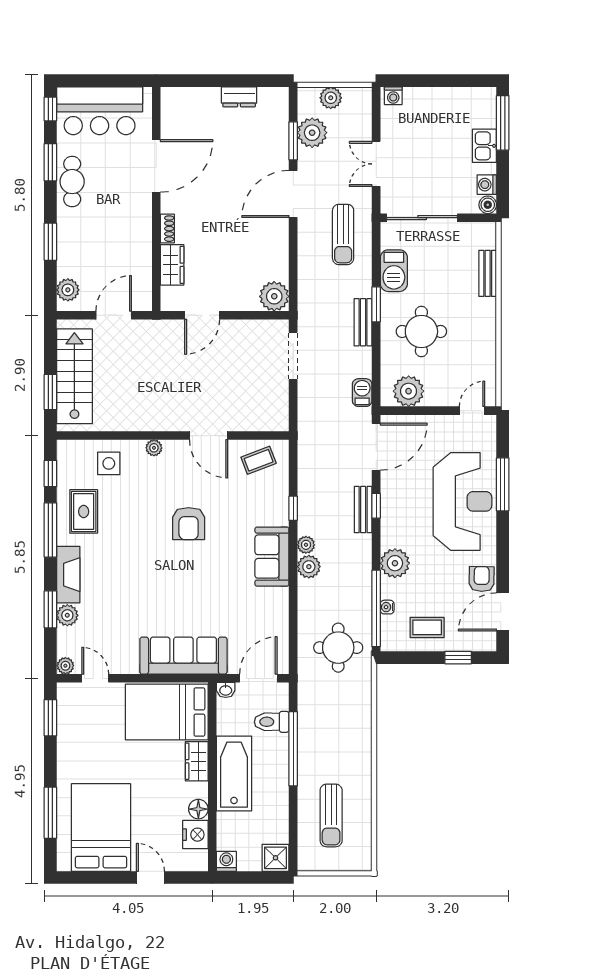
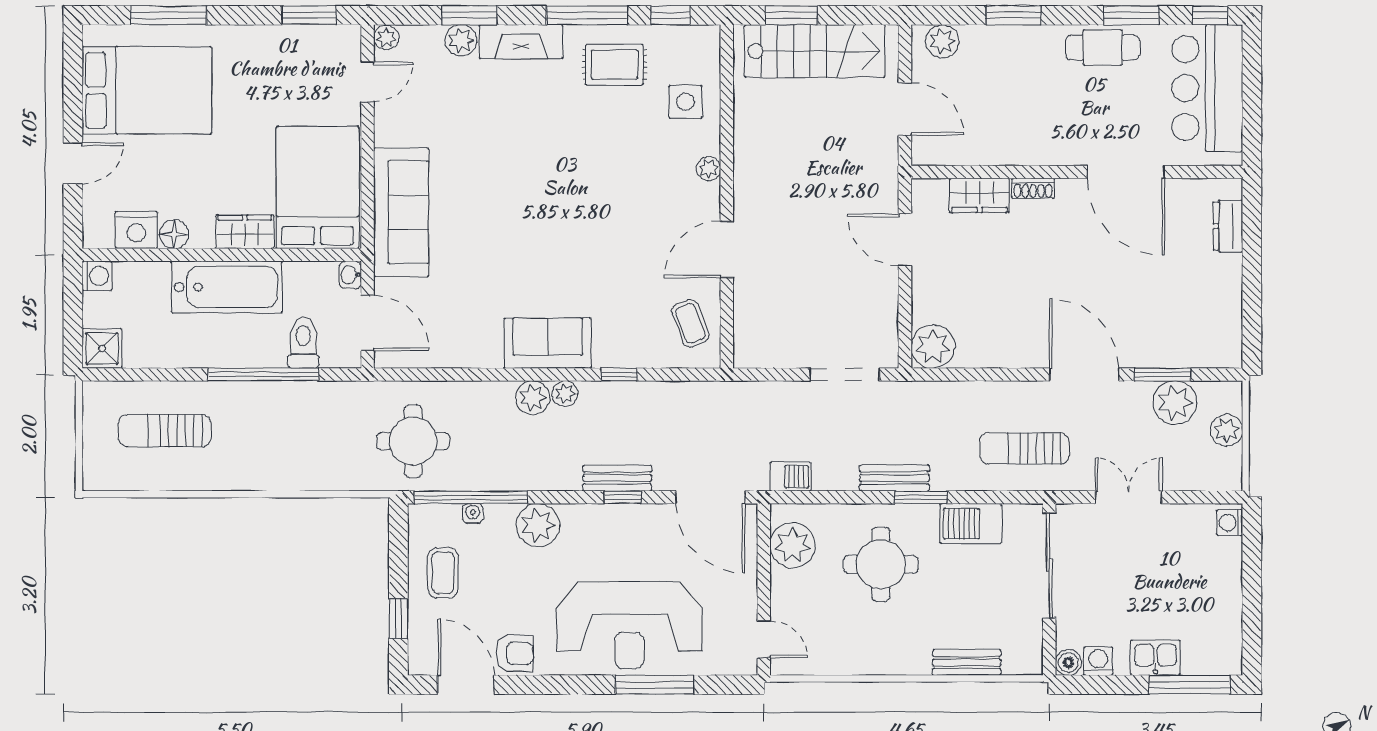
dresser: (239, 97) -> (1228, 226), moved
armchair: (189, 524) -> (597, 220), removed

